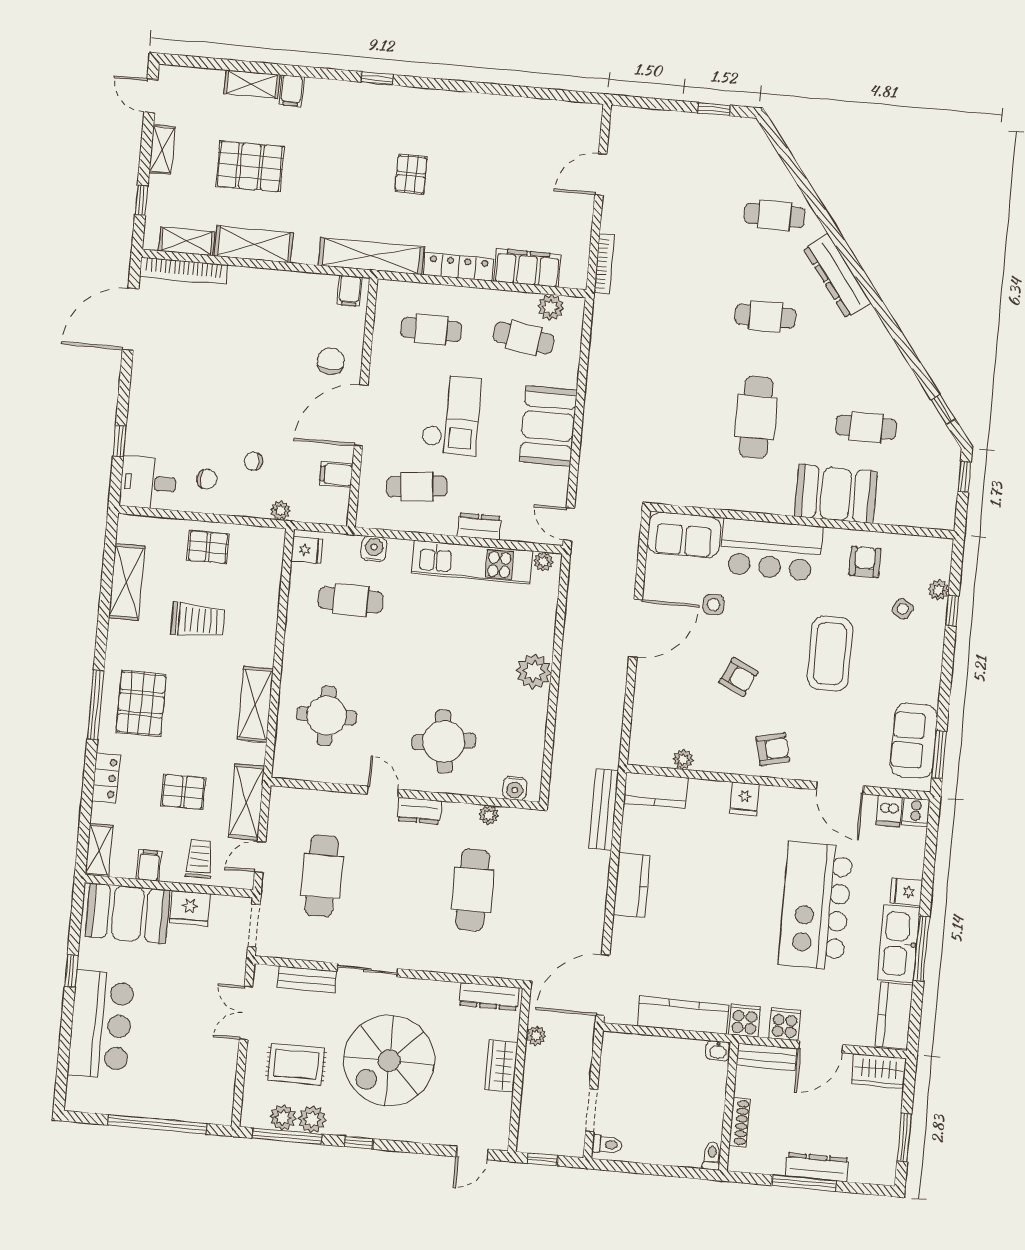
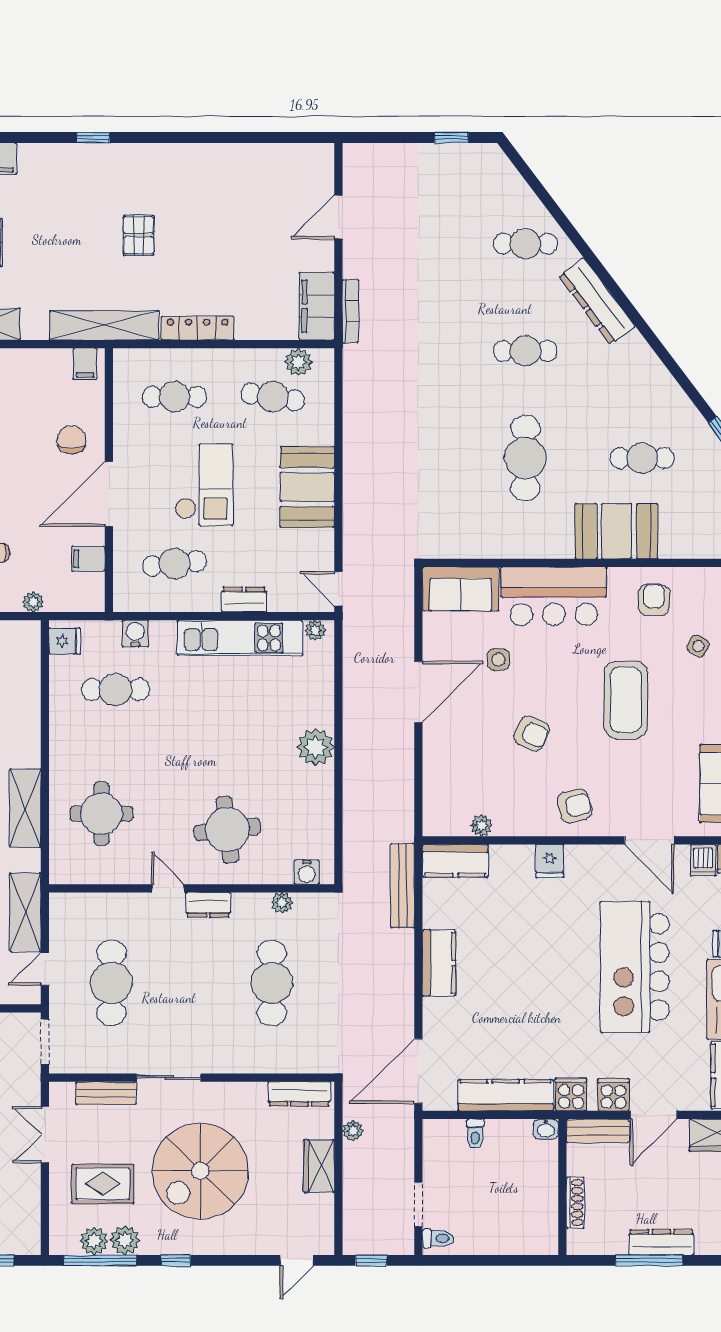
filing cabinet: (527, 268) -> (317, 306), moved, turned -90
toilet: (712, 1156) -> (475, 1134), moved, turned 180

